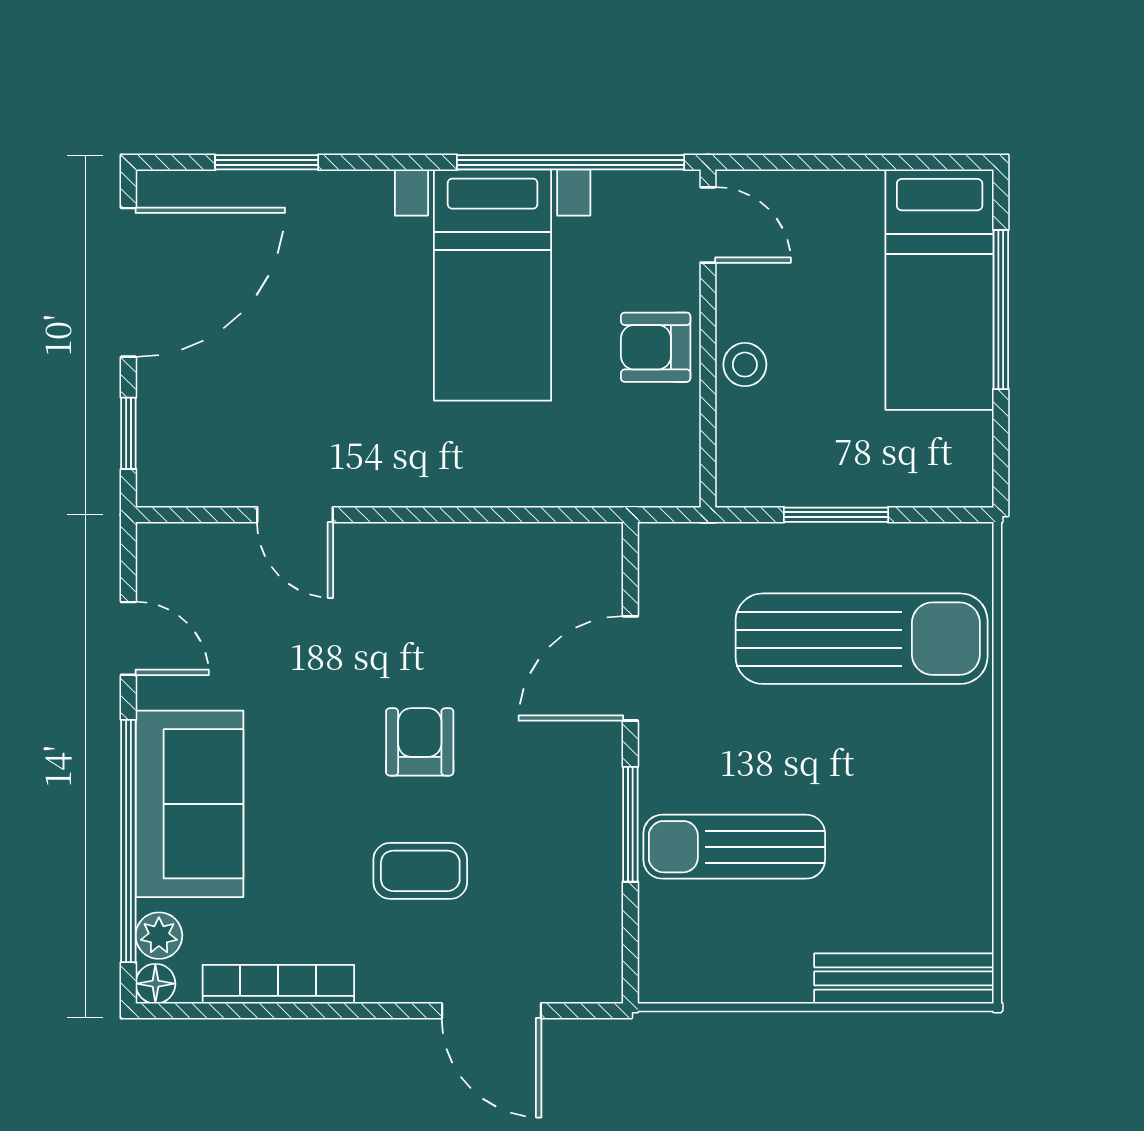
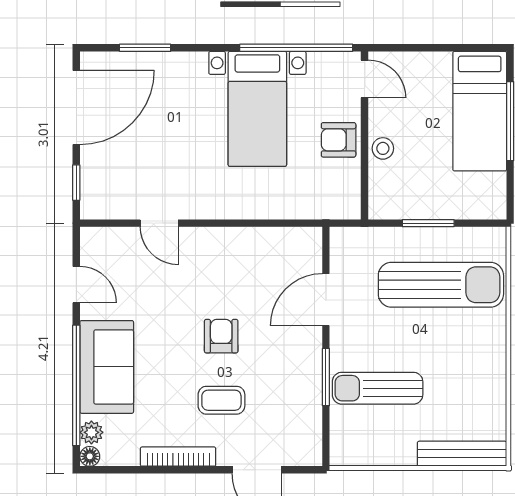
bookcase: (278, 984) -> (178, 457), moved

